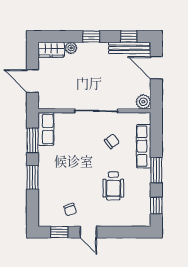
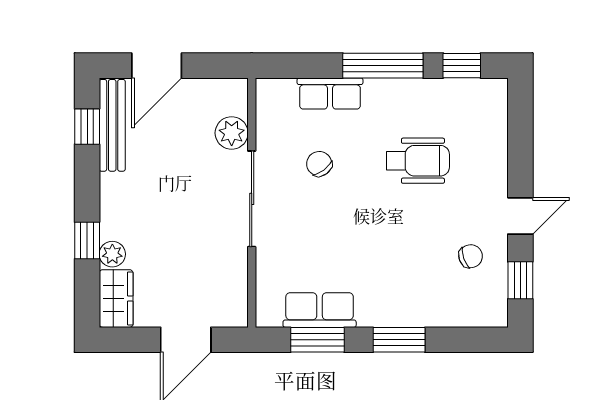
window: (91, 37) -> (87, 241), moved
plant: (143, 102) -> (232, 133), moved
row of seats: (46, 129) -> (320, 310), moved
row of seats: (144, 146) -> (330, 94), width x0.68
window: (156, 170) -> (383, 66), width x1.44

